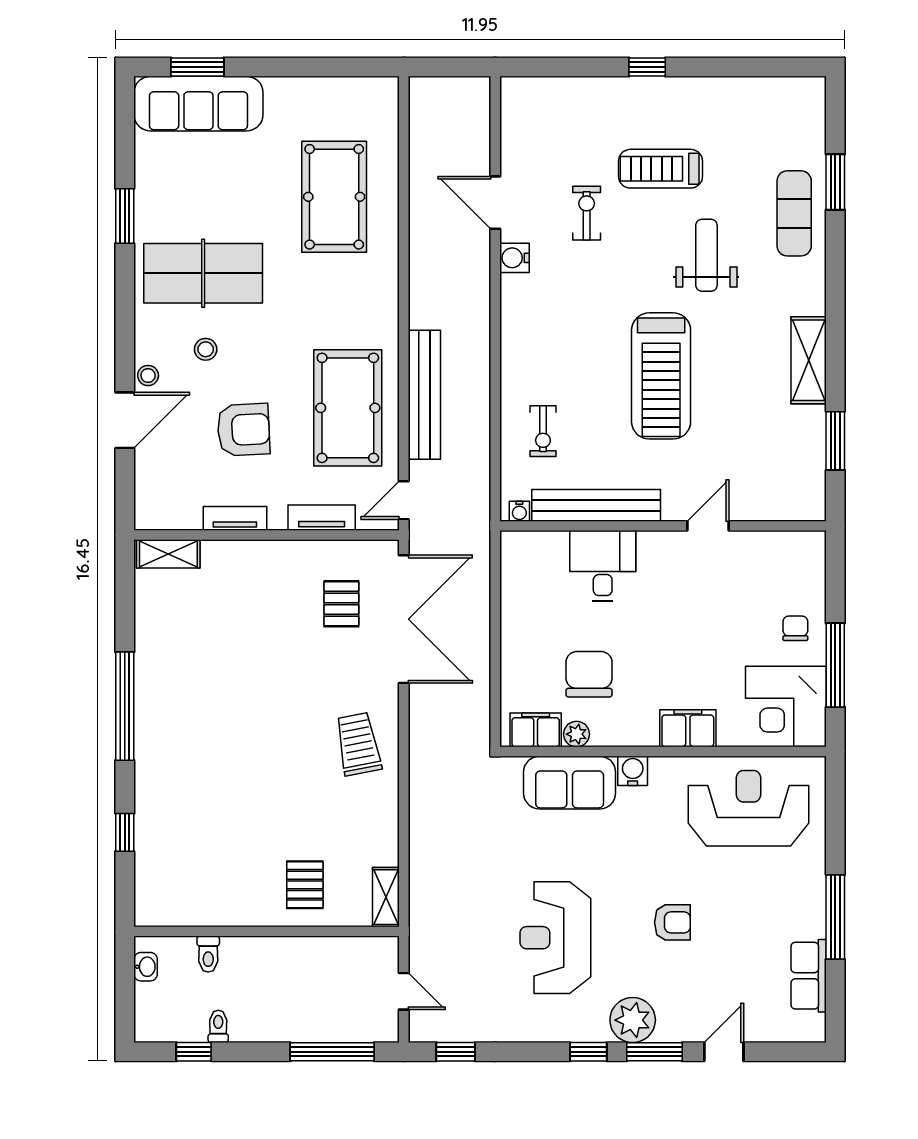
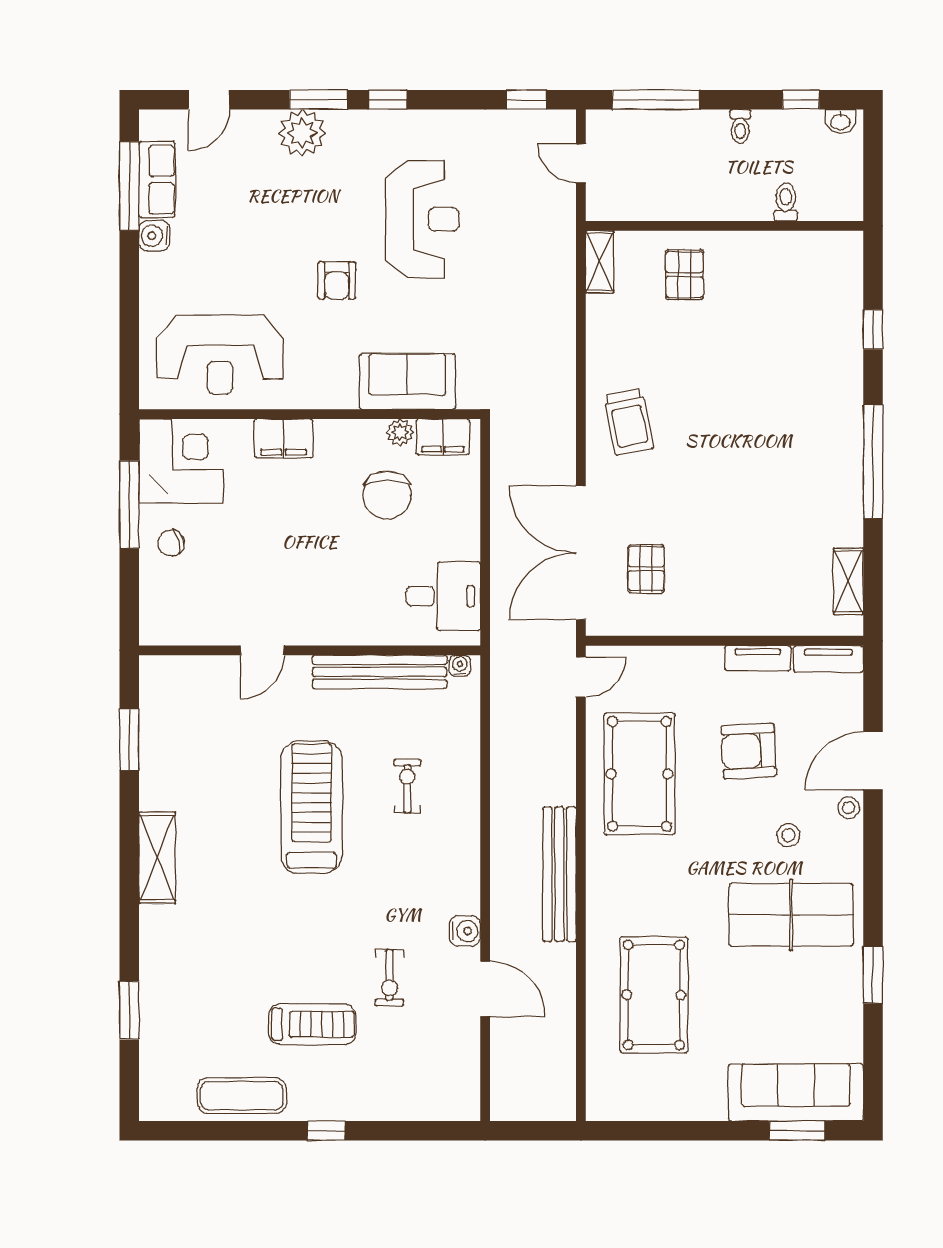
exercise mat: (794, 213) -> (242, 1096), moved, turned 90
weight bench: (706, 255) -> (264, 934), removed
shelving: (809, 360) -> (157, 858), moved
bench: (424, 395) -> (559, 874), moved
exercise bike: (543, 431) -> (407, 786), moved
tv unit: (322, 518) -> (828, 659), moved
shelving: (168, 554) -> (849, 581), moved, turned 90
desk: (603, 566) -> (443, 596), moved, turned -90
chair: (795, 628) -> (171, 543), turned 74
water cooler: (633, 771) -> (154, 236), moved, turned 90
window: (835, 917) -> (129, 186), moved
armchair: (672, 922) -> (337, 280), moved, turned -90
washbasin: (146, 967) -> (840, 121), moved, turned -90
plant: (633, 1020) -> (302, 133), moved
toilet: (218, 1026) -> (740, 126), moved
door: (724, 1052) -> (209, 100), moved

